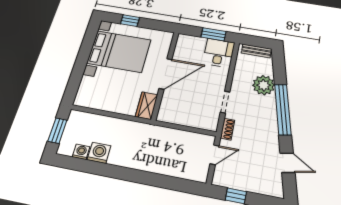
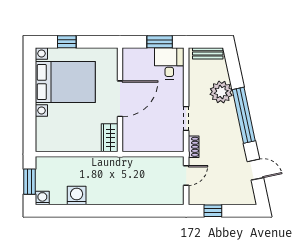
washing machine: (81, 152) -> (42, 198), moved

